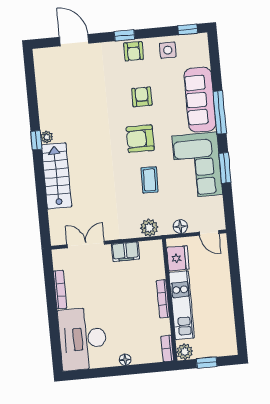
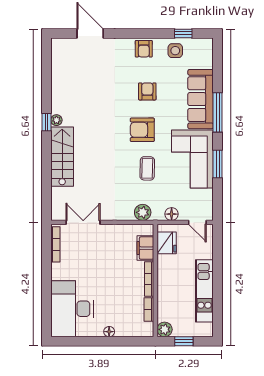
window: (188, 29) -> (183, 33), moved
window: (124, 35) -> (137, 33), removed
filing cabinet: (125, 252) -> (145, 248), moved, turned 90
bookcase: (60, 290) -> (55, 244), moved
kitchen unit: (182, 305) -> (204, 291), moved, turned 180
bookcase: (167, 349) -> (149, 309), moved

